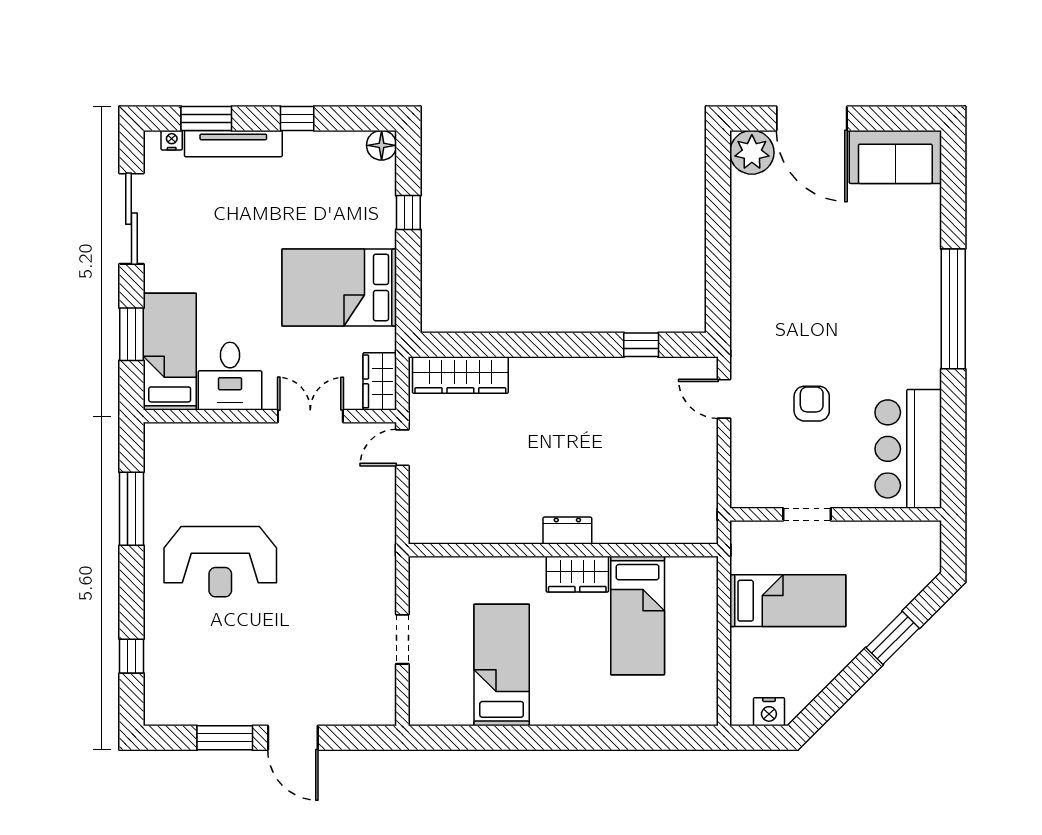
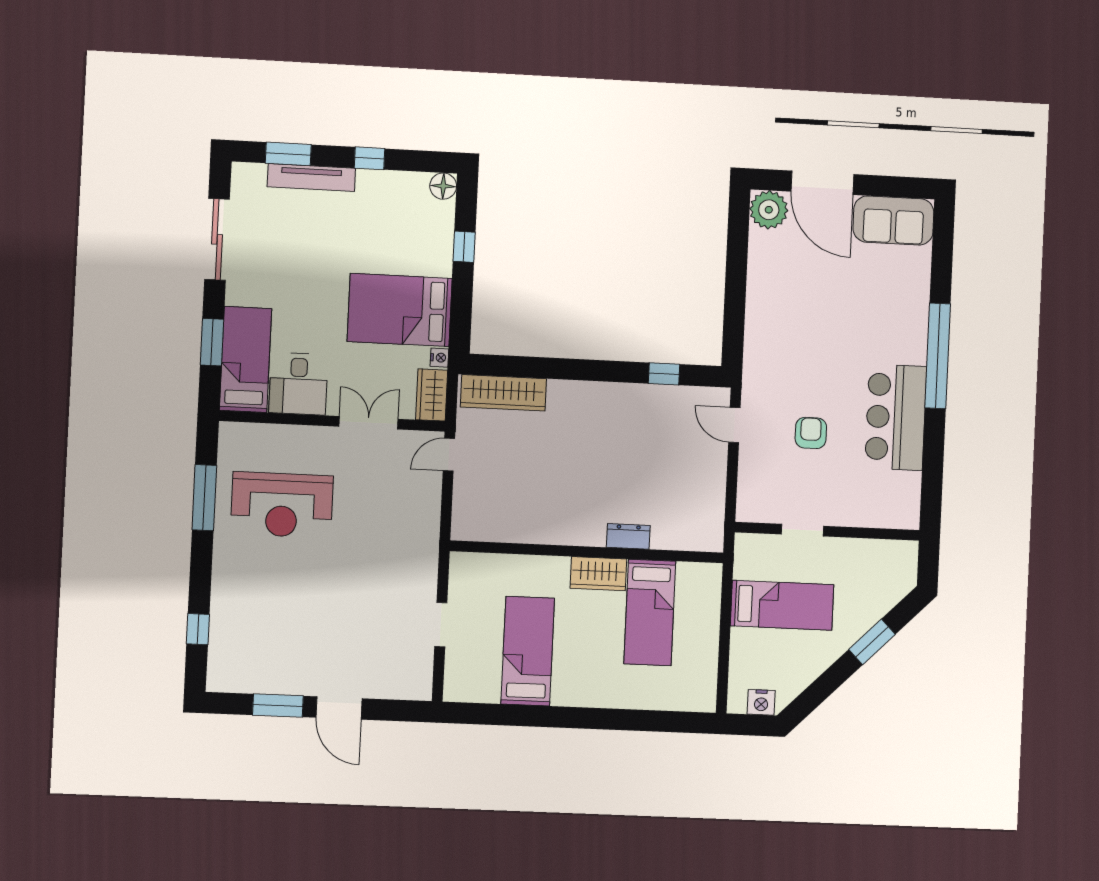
nightstand: (172, 140) -> (439, 358), moved, turned 90
bar counter: (908, 449) -> (896, 417), moved
dresser: (567, 531) -> (628, 536), moved
reception desk: (220, 562) -> (282, 505), moved

